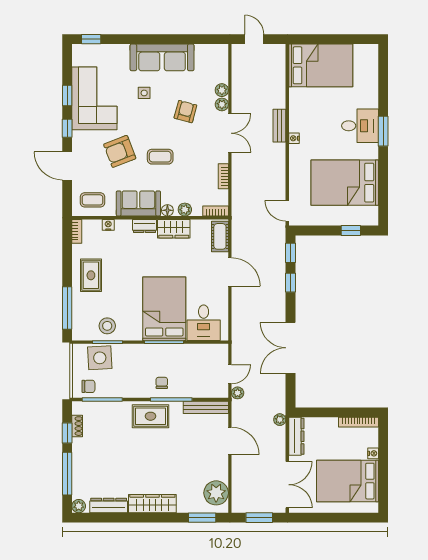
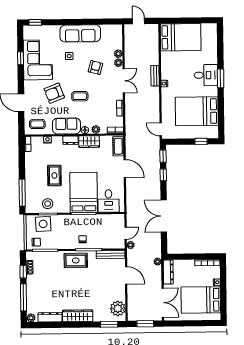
window: (67, 128) -> (21, 79), removed
rug: (91, 275) -> (54, 175), moved

